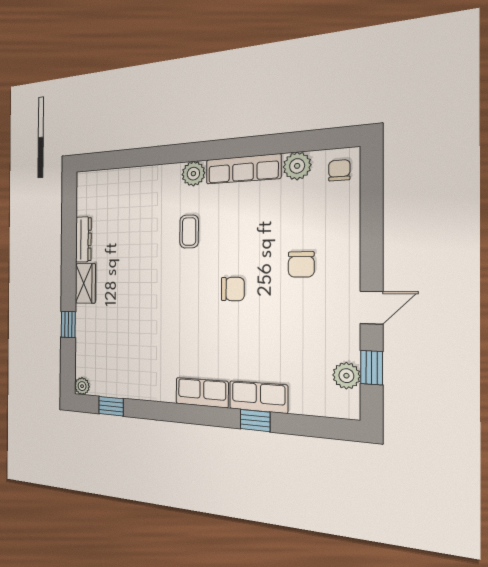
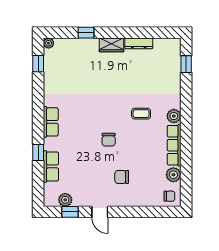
window: (113, 160) -> (186, 64), added
row of seats: (258, 397) -> (51, 166), moved

